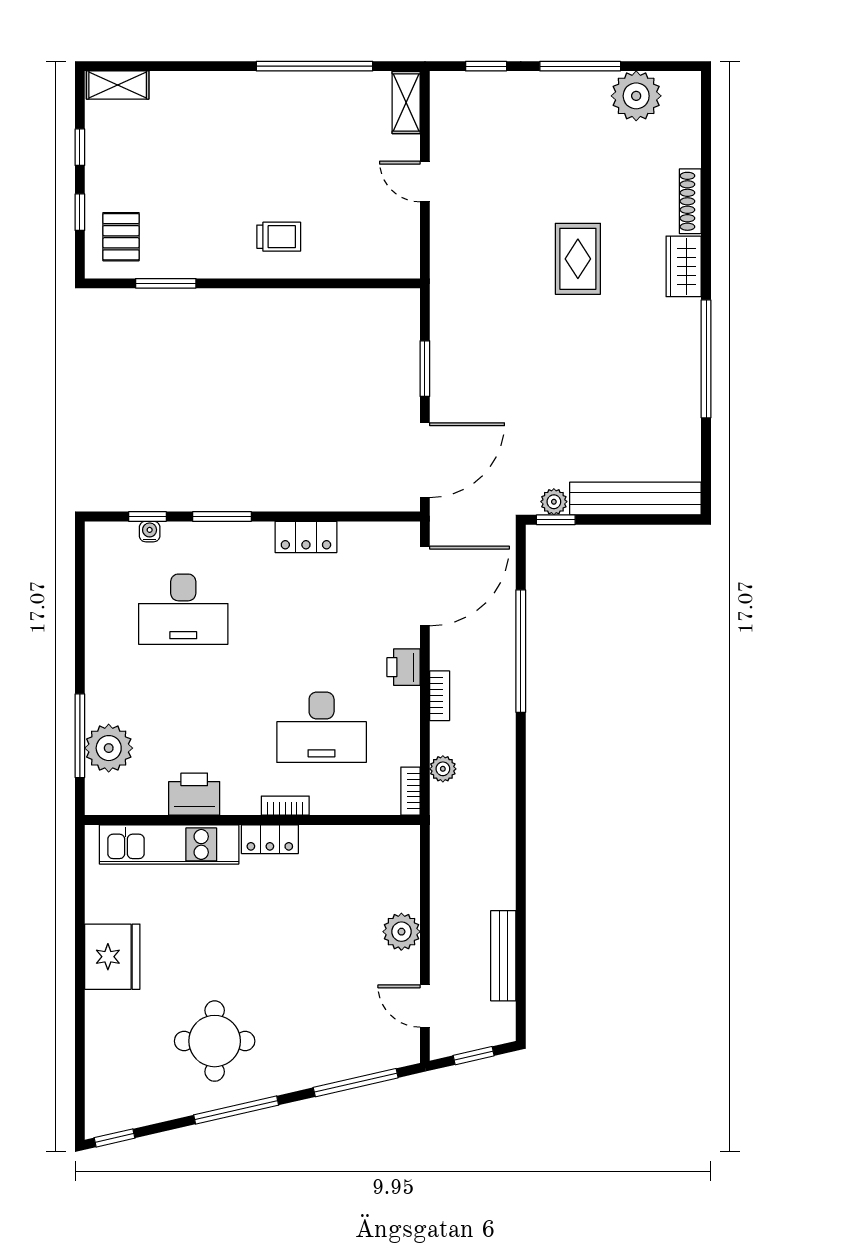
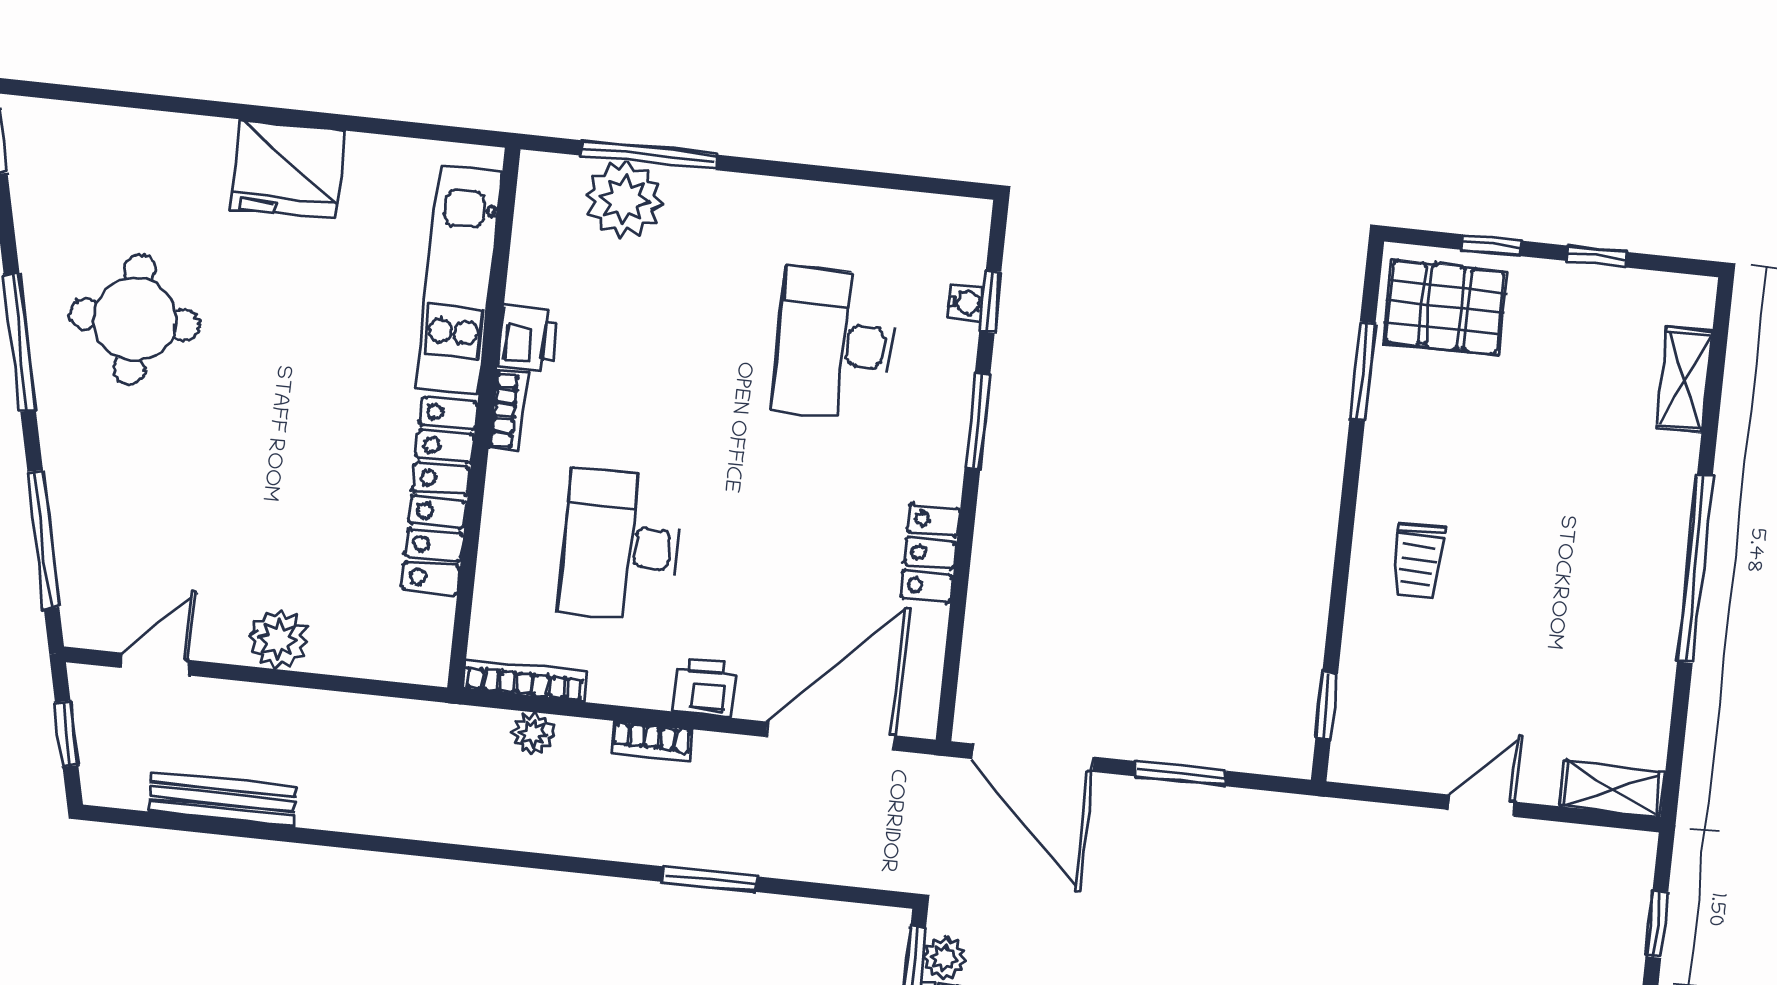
window: (314, 66) -> (1695, 569), moved
shelving: (118, 85) -> (1684, 380), moved
pallet: (121, 237) -> (1445, 307), width x1.50, depth x1.42
window: (373, 283) -> (1327, 705), added
door: (425, 586) -> (831, 736), swing flipped
window: (521, 651) -> (709, 879), width x0.47
bookcase: (410, 791) -> (525, 680), width x1.56
printer: (194, 794) -> (528, 339), width x0.73, depth x0.81
bookcase: (285, 806) -> (508, 411), moved
locker: (270, 839) -> (440, 496), width x2.16, depth x1.21

